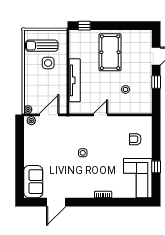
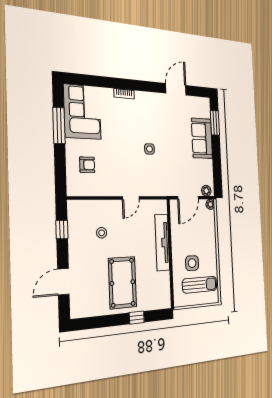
window: (84, 26) -> (137, 318), moved
window: (156, 82) -> (62, 230), moved
window: (156, 167) -> (59, 126), width x2.17
window: (20, 177) -> (215, 123), added
sofa: (33, 182) -> (202, 138), moved

